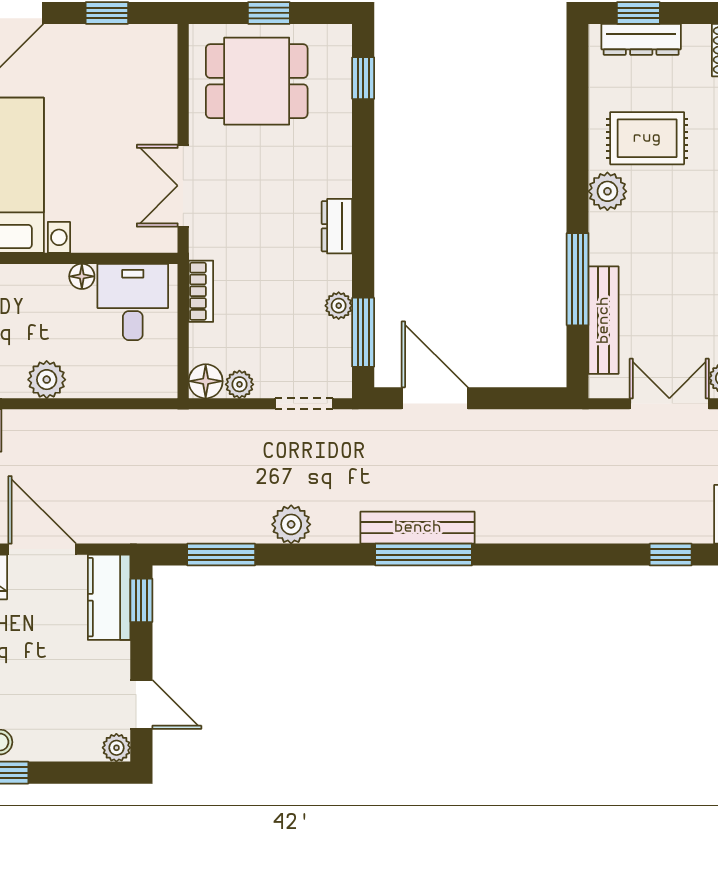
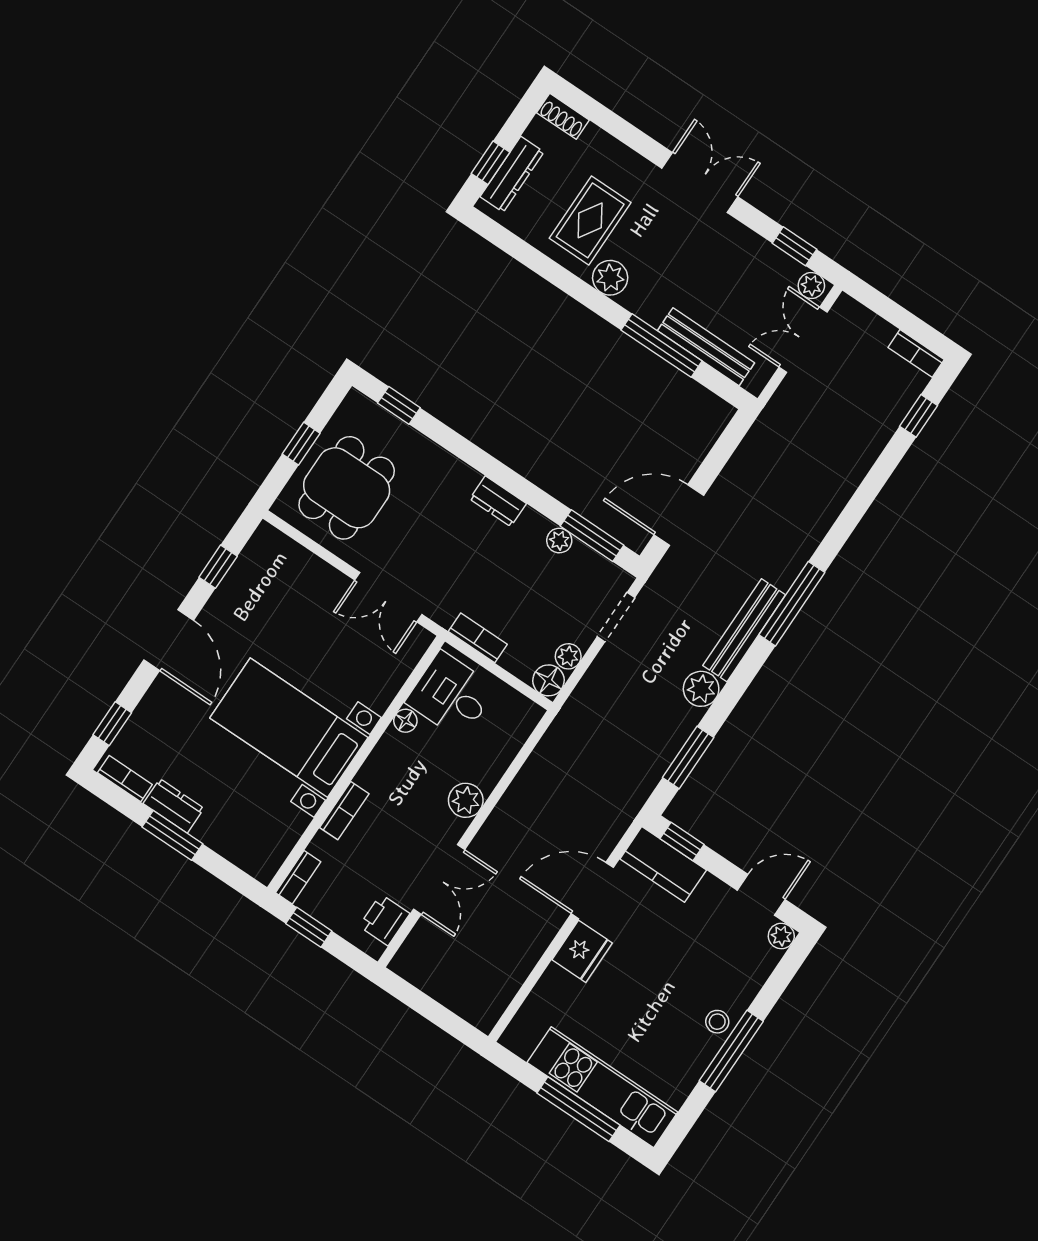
bench: (418, 528) -> (744, 630), moved

